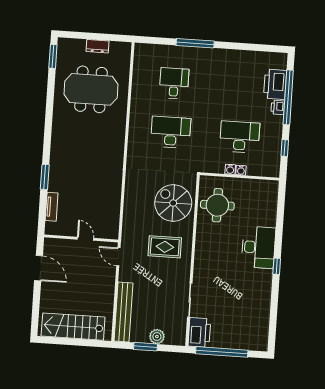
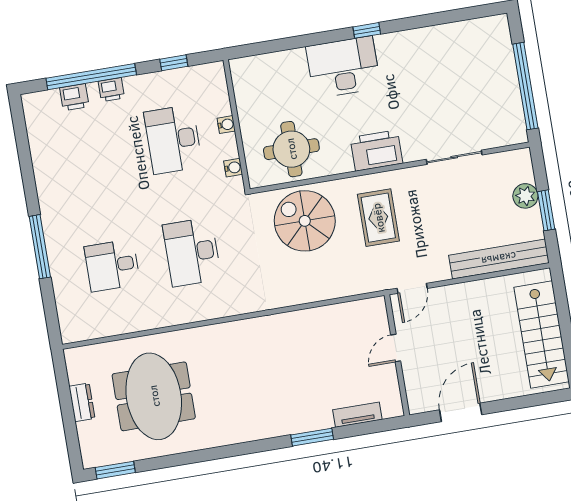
printer: (275, 84) -> (74, 97), width x0.53, depth x0.68
water cooler: (230, 169) -> (233, 168), moved
spiral stairs: (173, 203) -> (305, 221), turned 90
printer: (199, 332) -> (376, 150), moved

